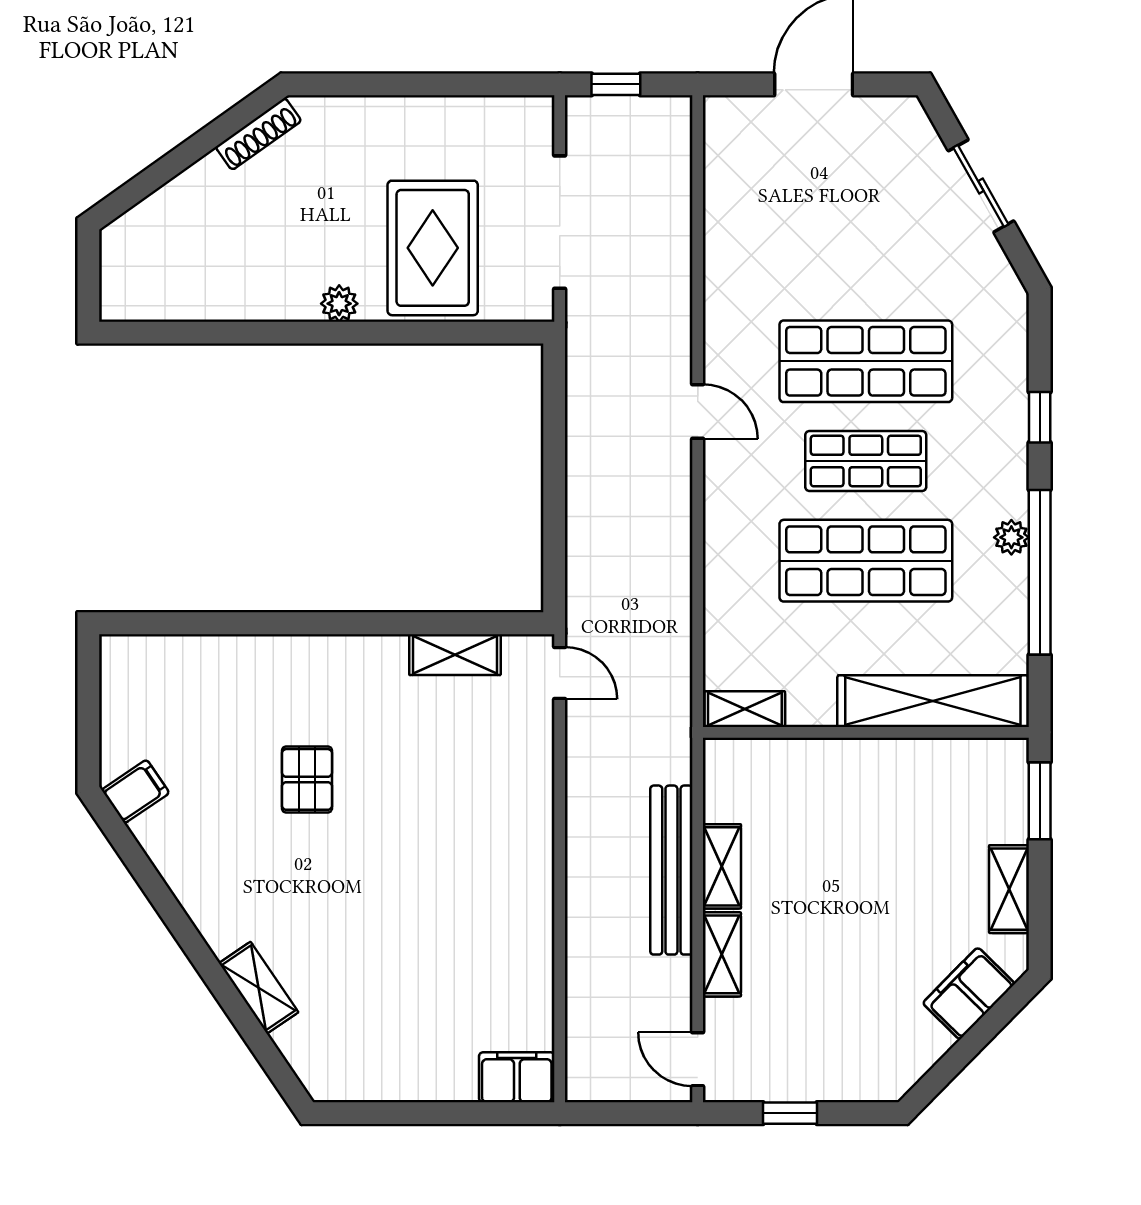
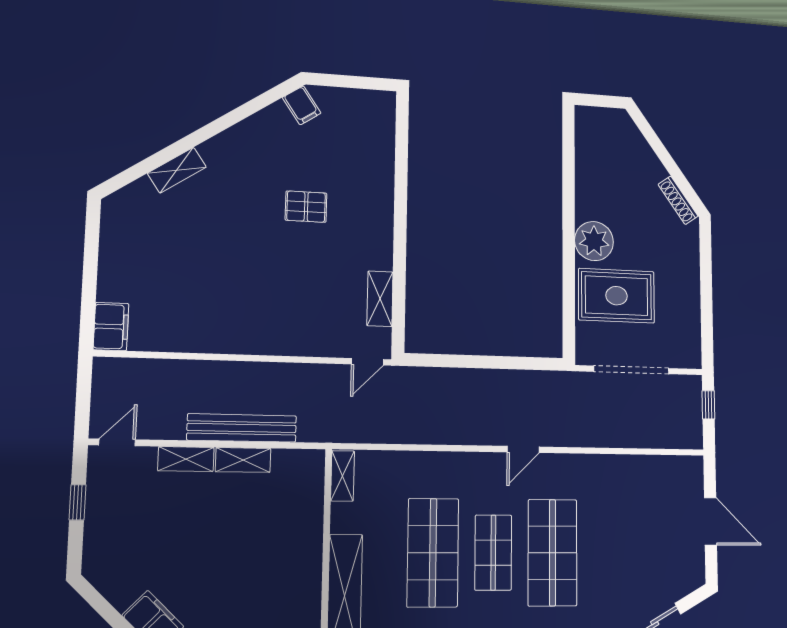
plant: (339, 304) -> (594, 241), width x1.88, depth x1.88

